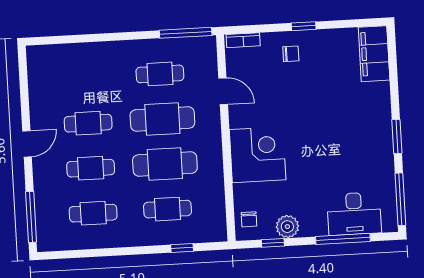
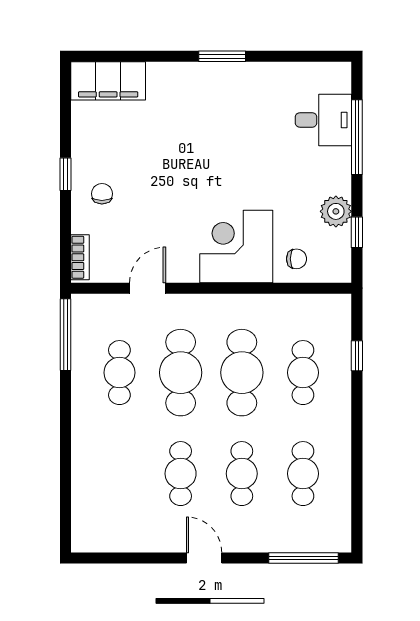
window: (400, 199) -> (307, 56), removed
desk: (354, 214) -> (323, 120), width x0.73
chair: (249, 219) -> (297, 259), moved

